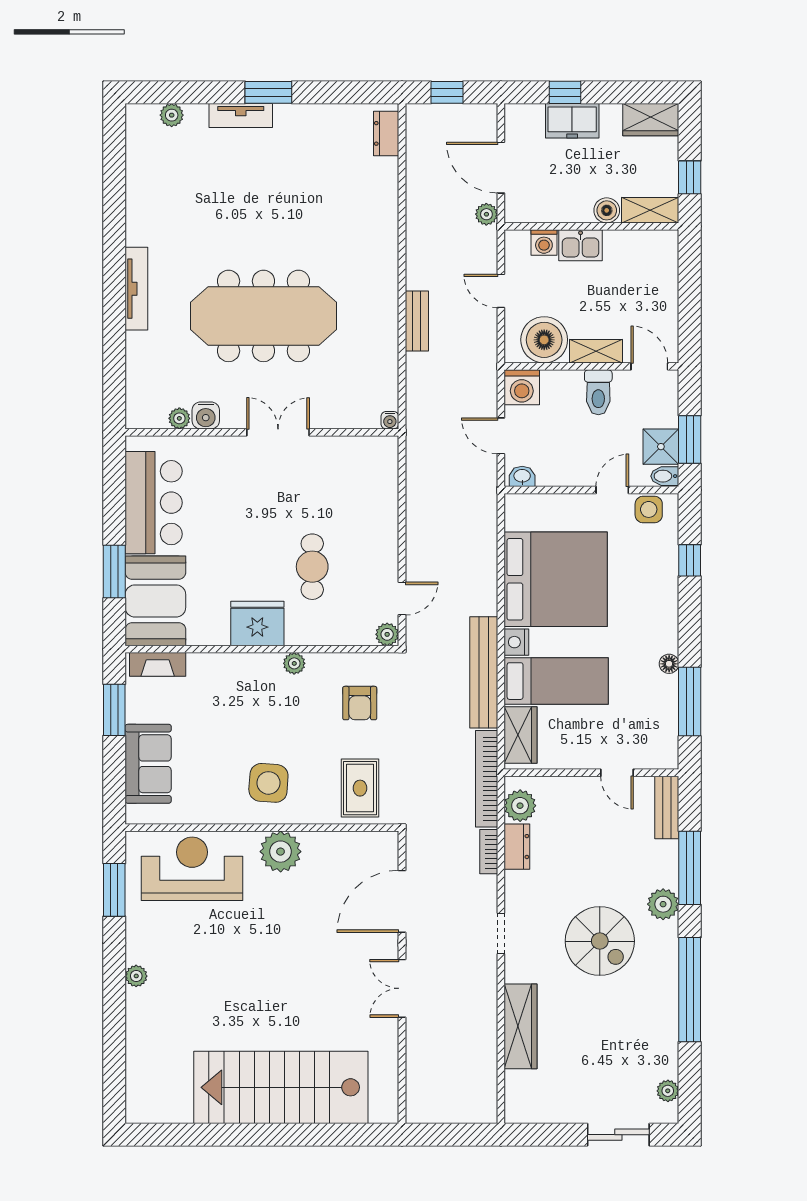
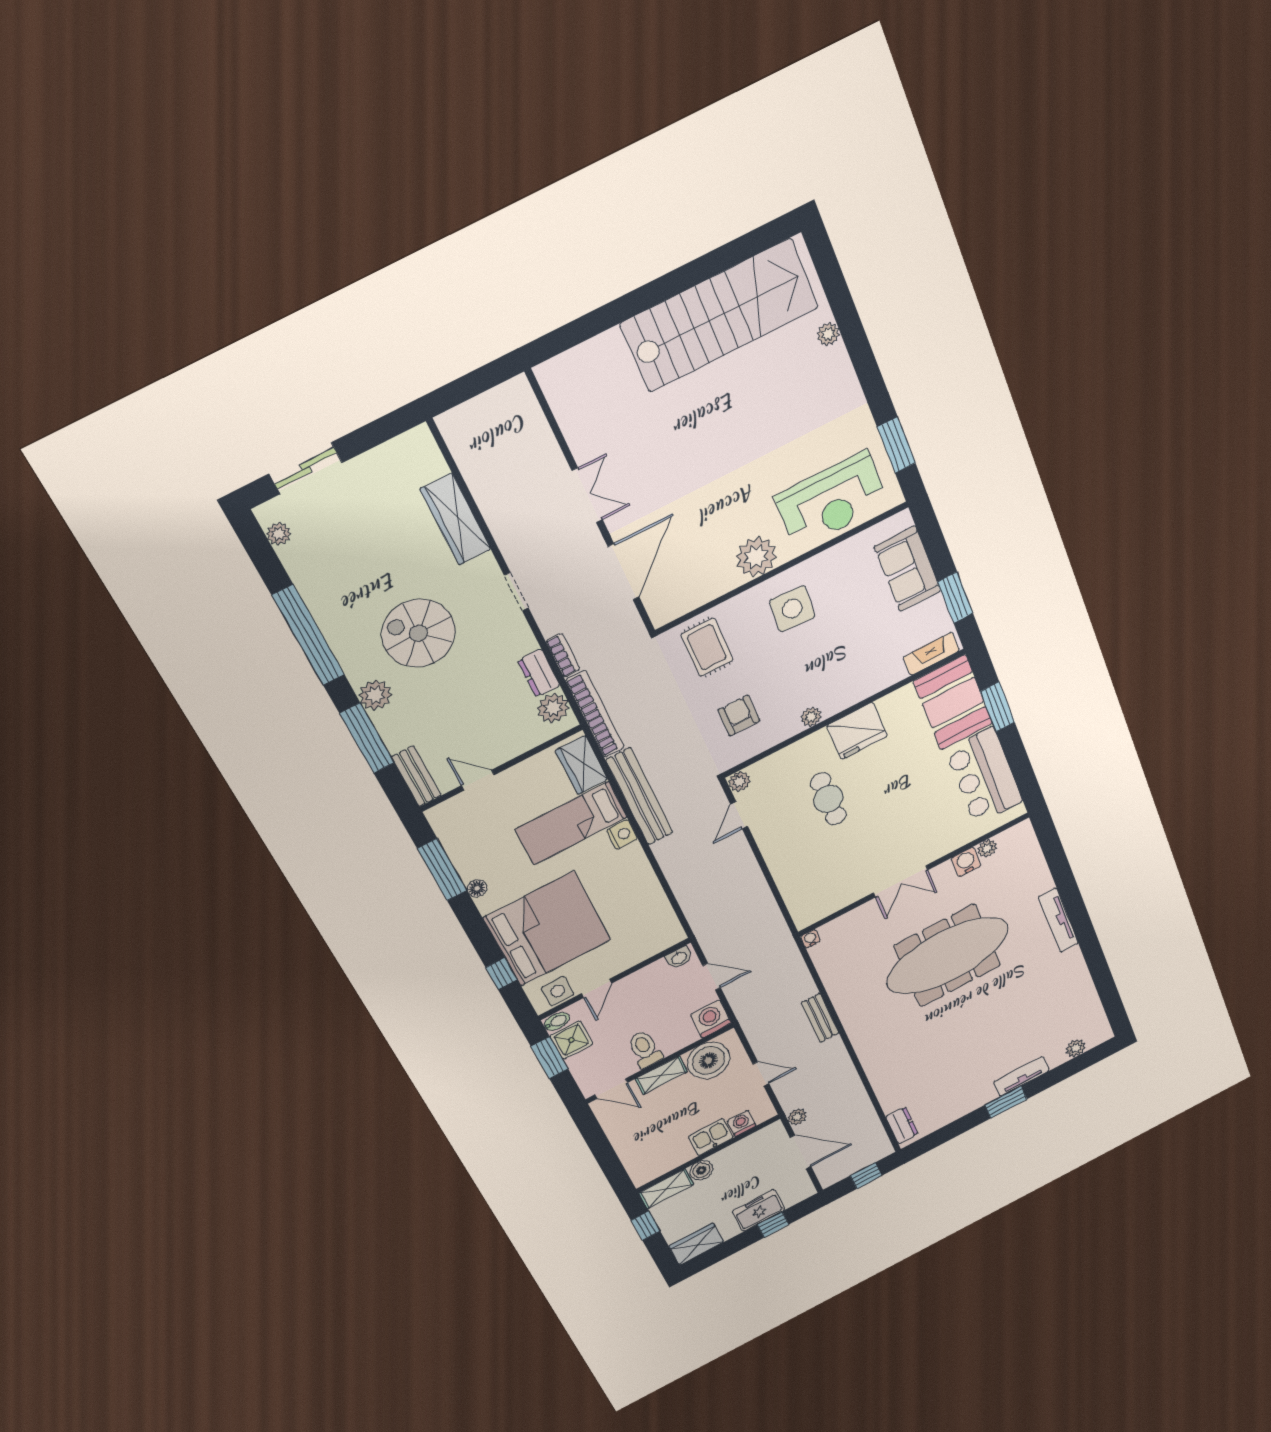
bed: (556, 579) -> (547, 929), moved, turned 180
plant: (136, 976) -> (828, 334), moved
stairs: (281, 1087) -> (720, 315), moved

